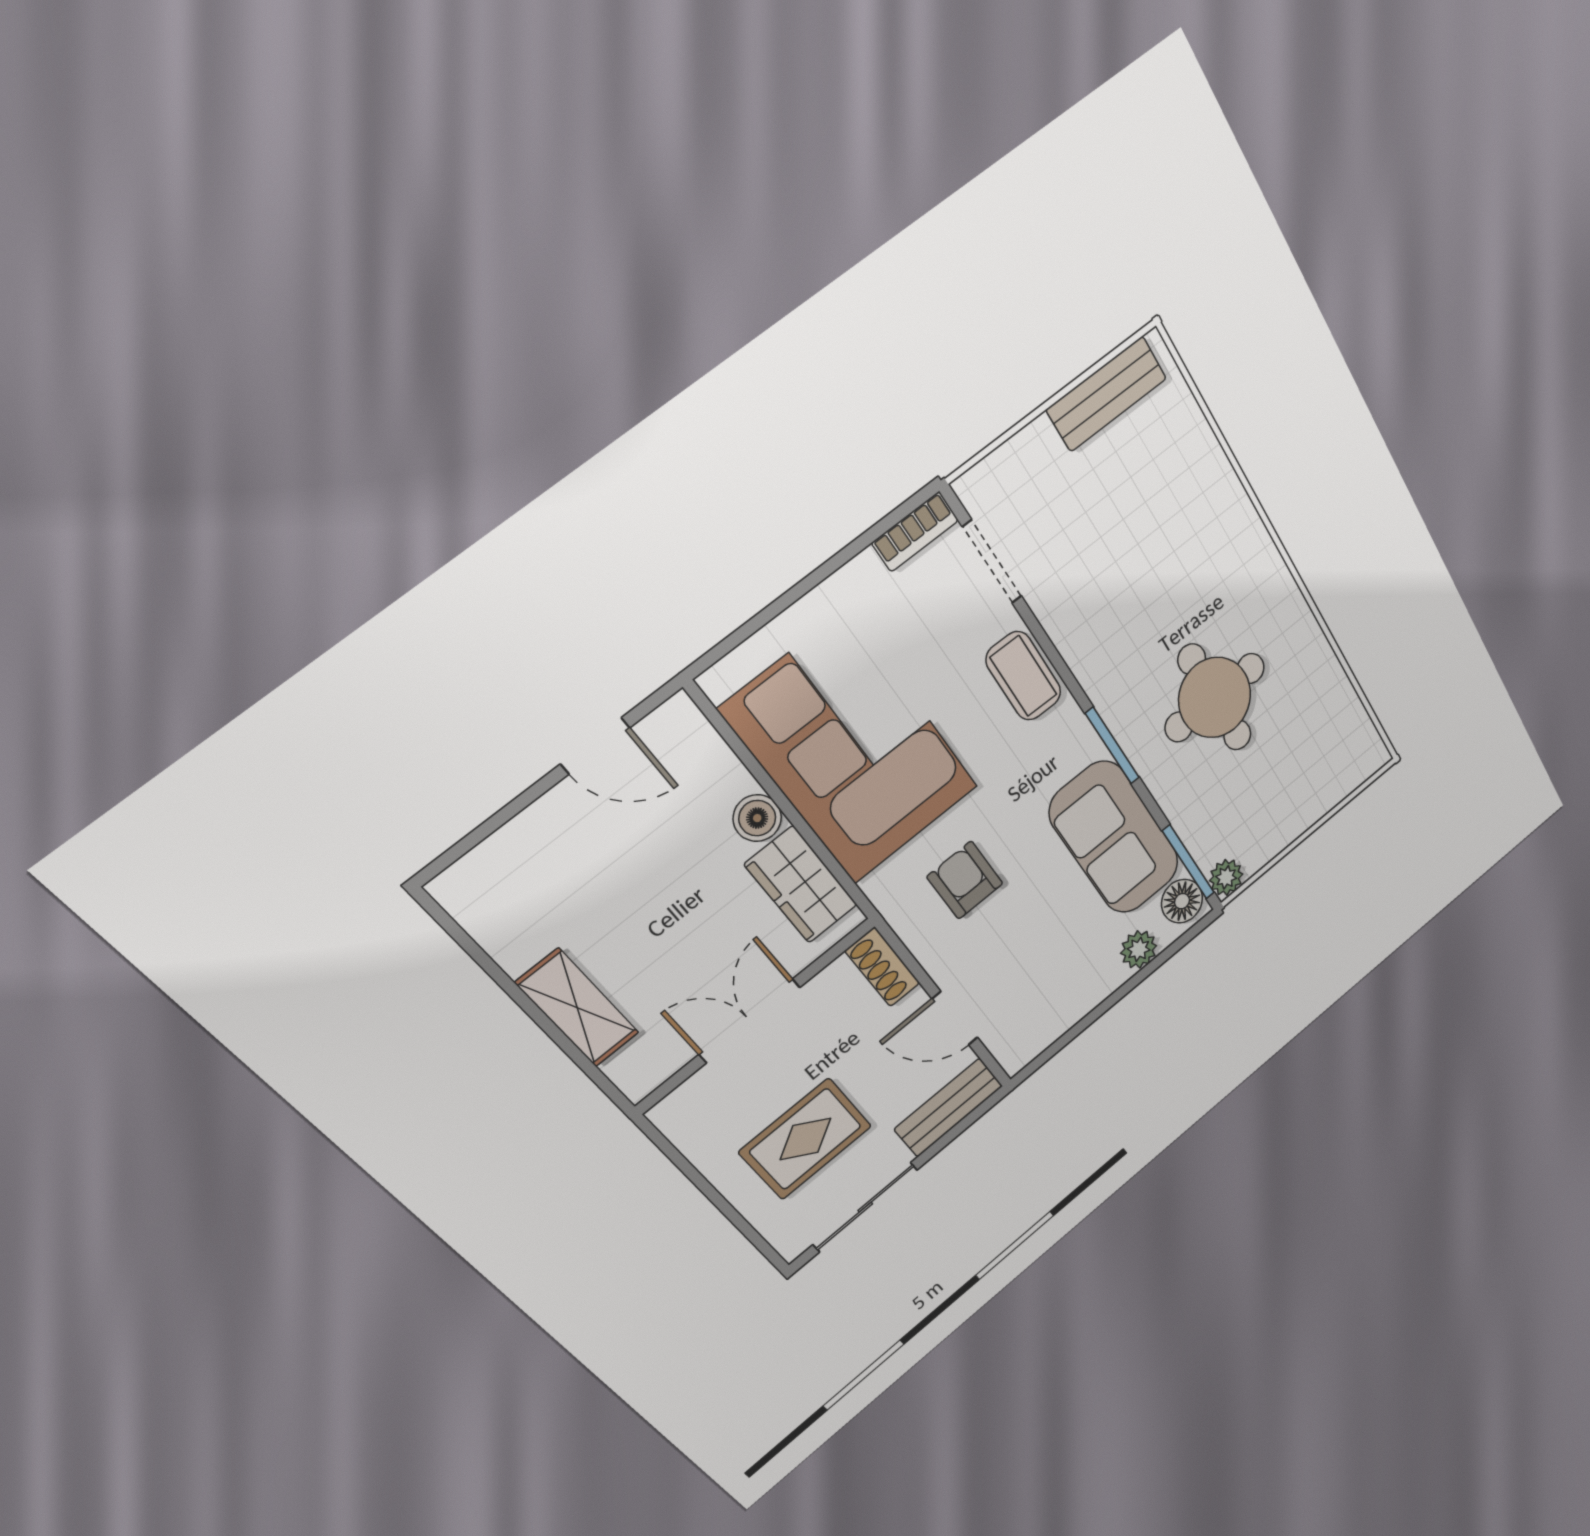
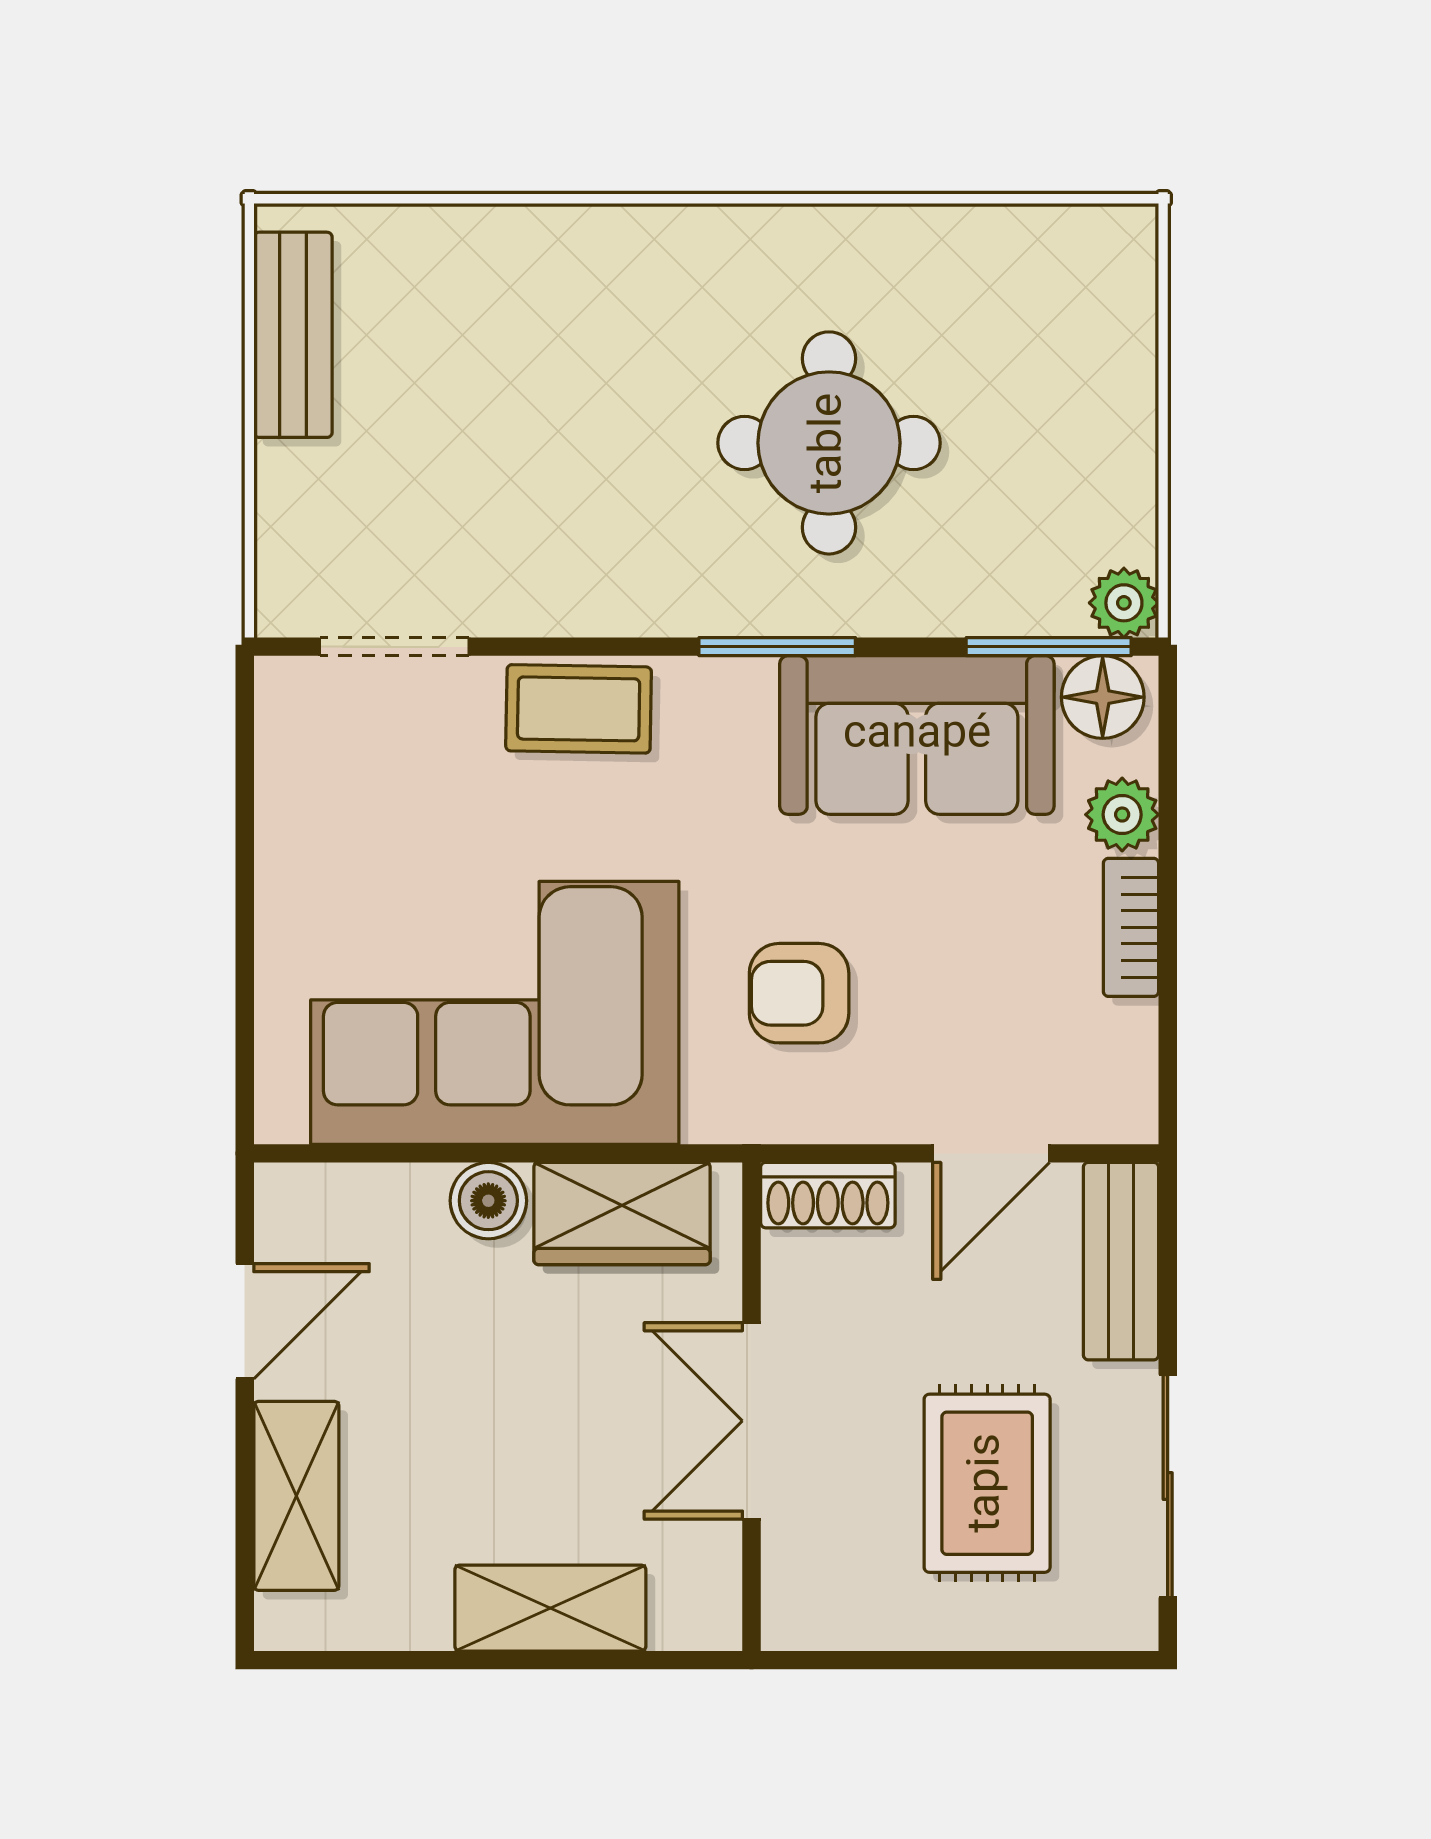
bookcase: (915, 532) -> (1131, 927), moved, turned 180
shelving: (525, 843) -> (296, 1496), added

